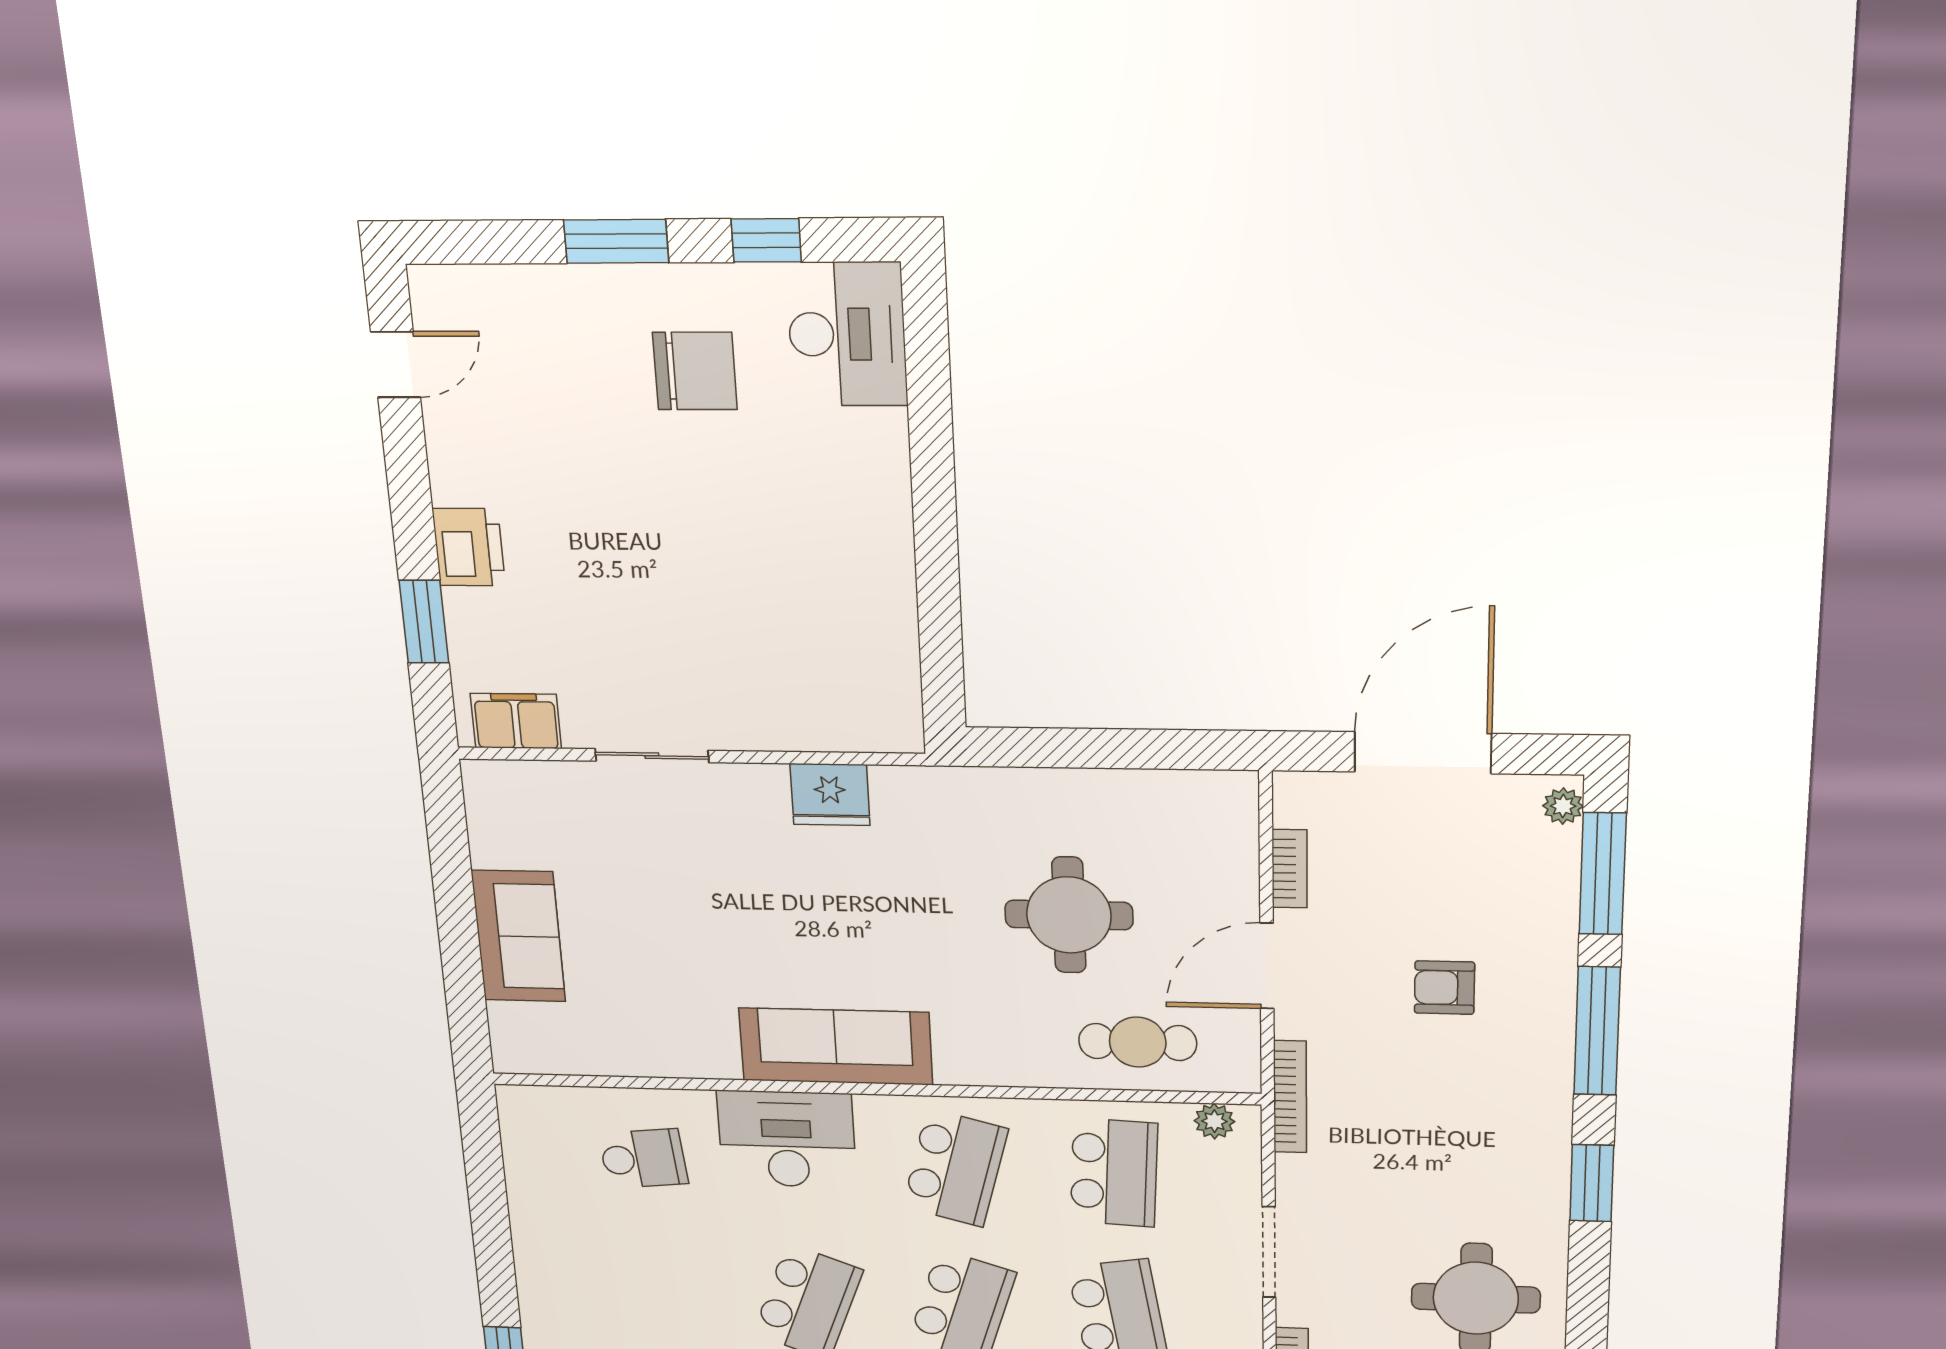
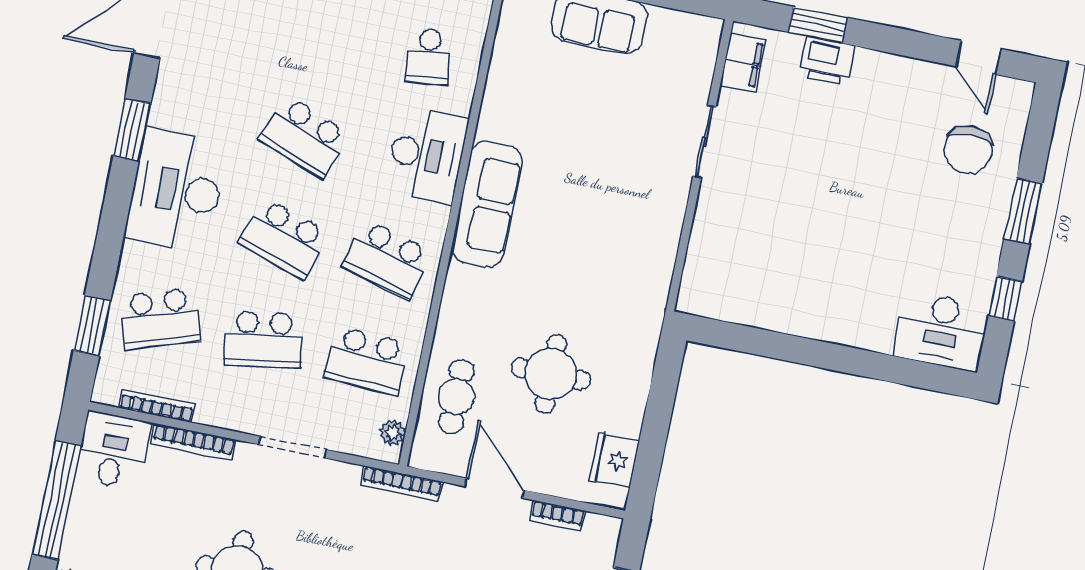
chair: (695, 371) -> (968, 150), moved
printer: (469, 547) -> (827, 61), moved
fridge: (830, 795) -> (614, 460), moved

